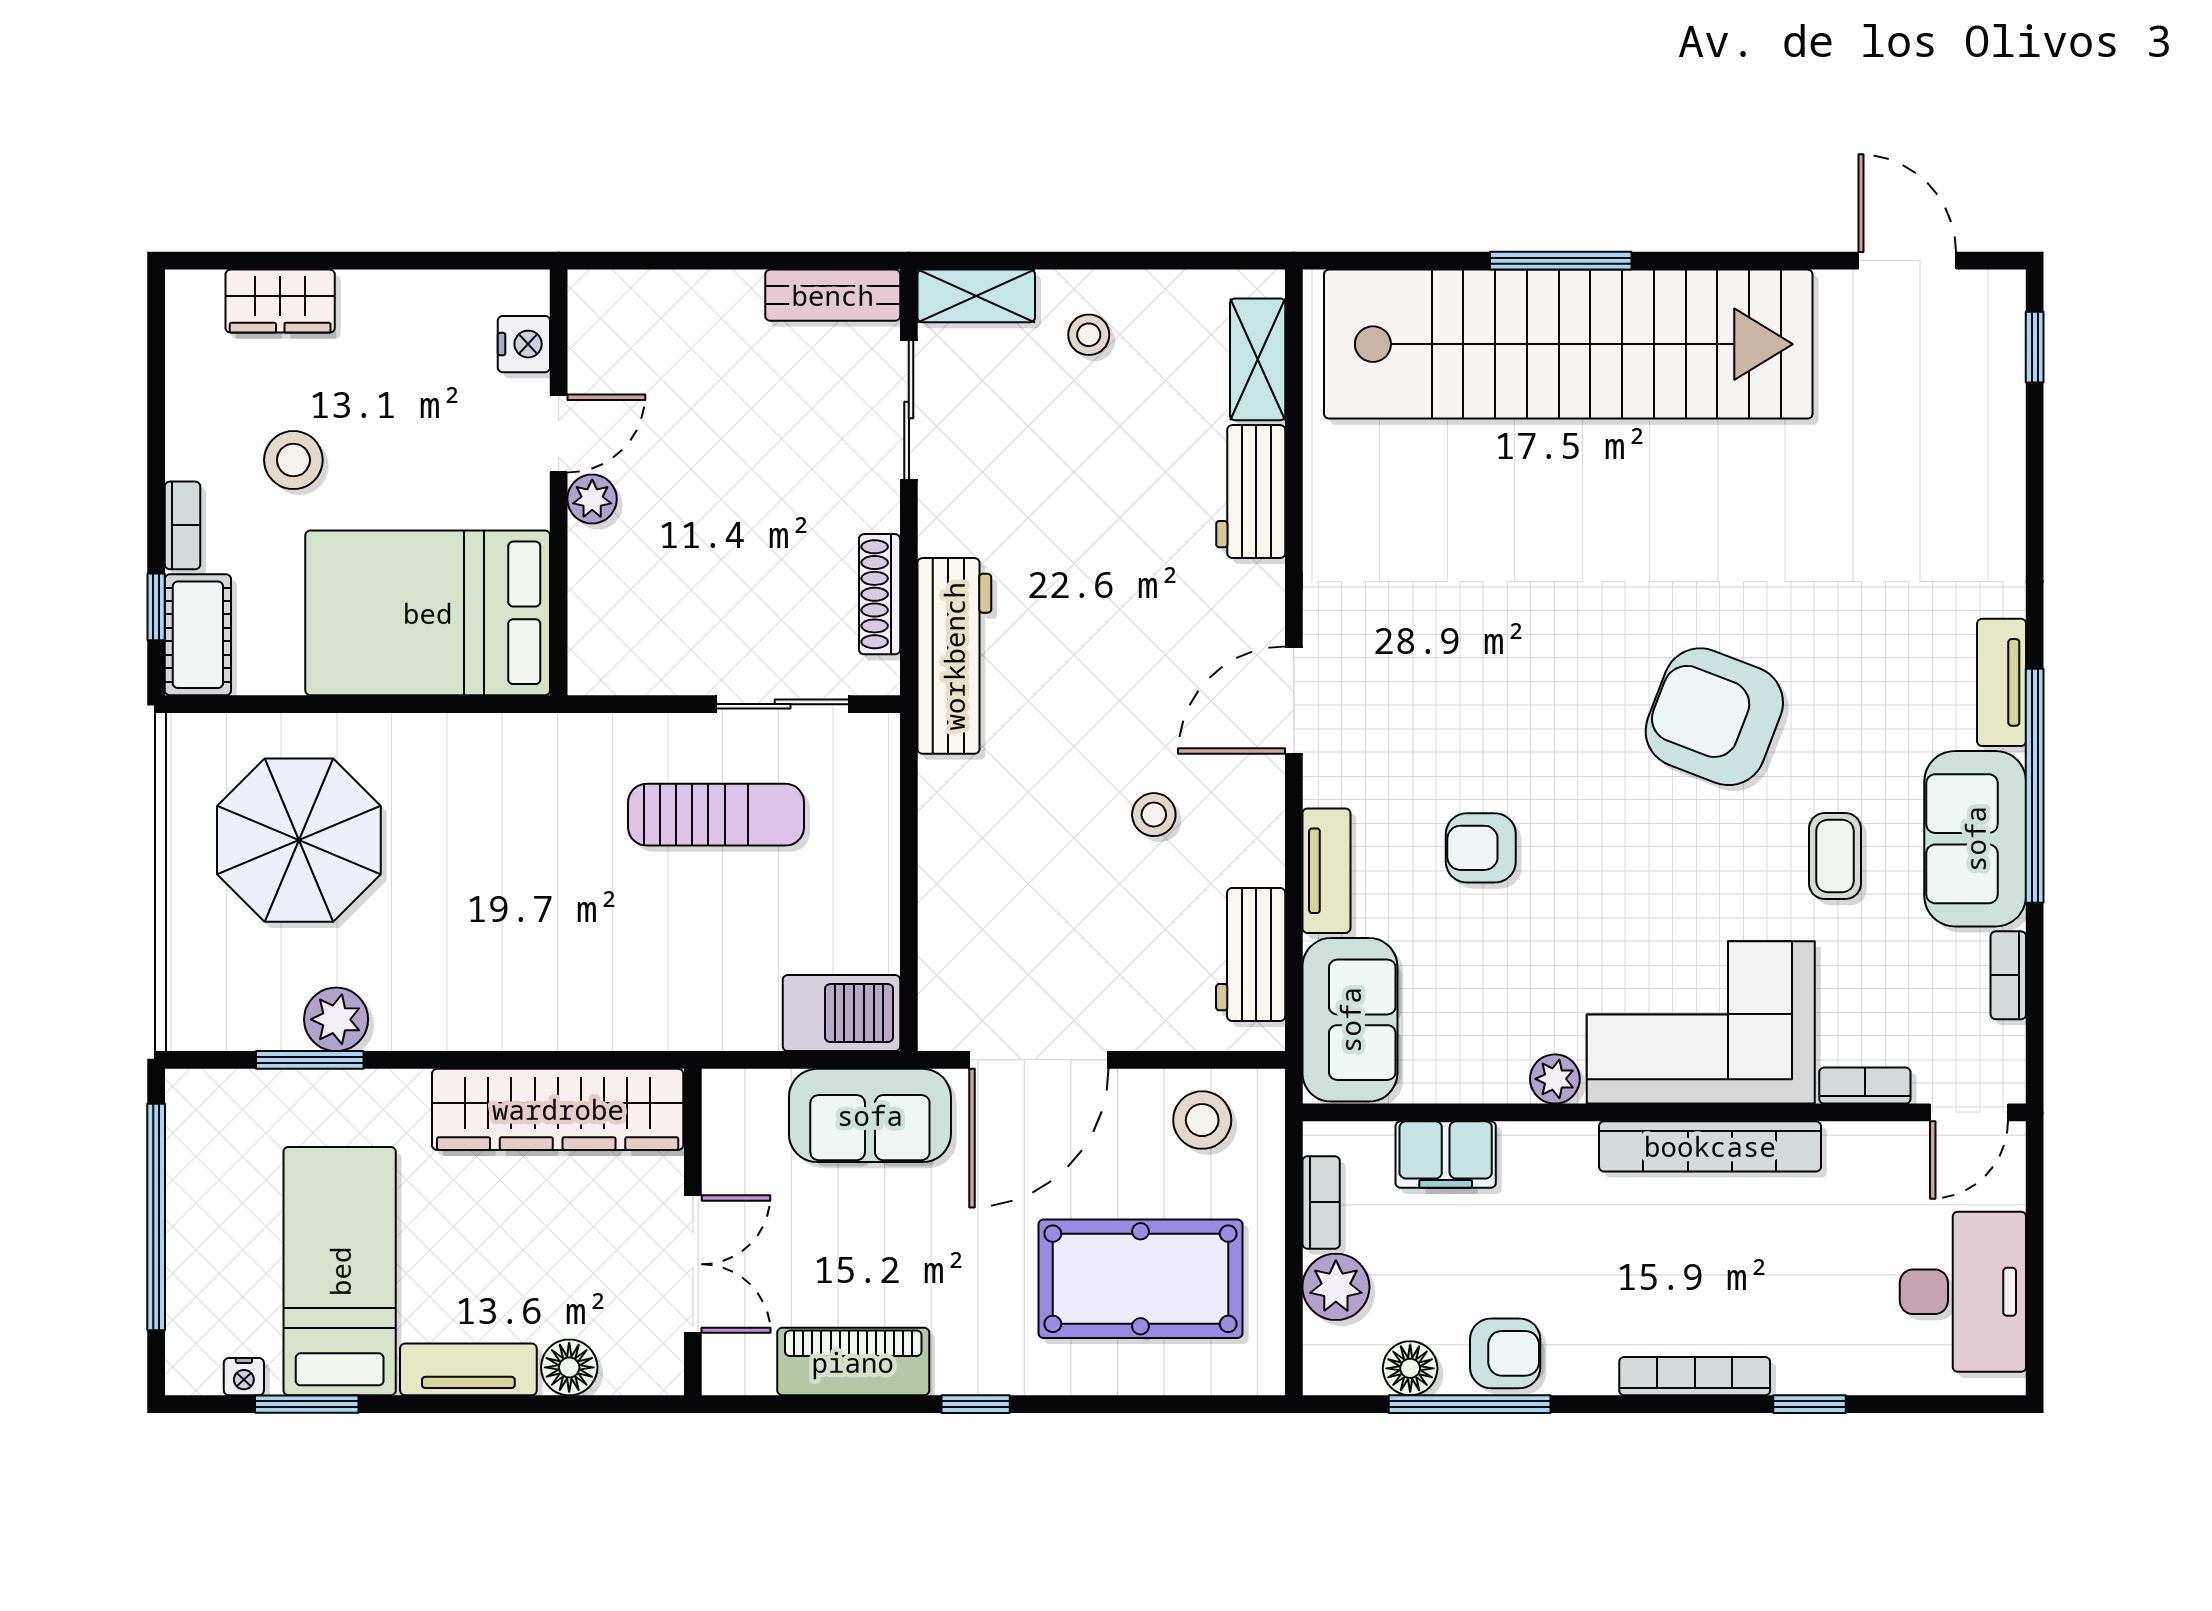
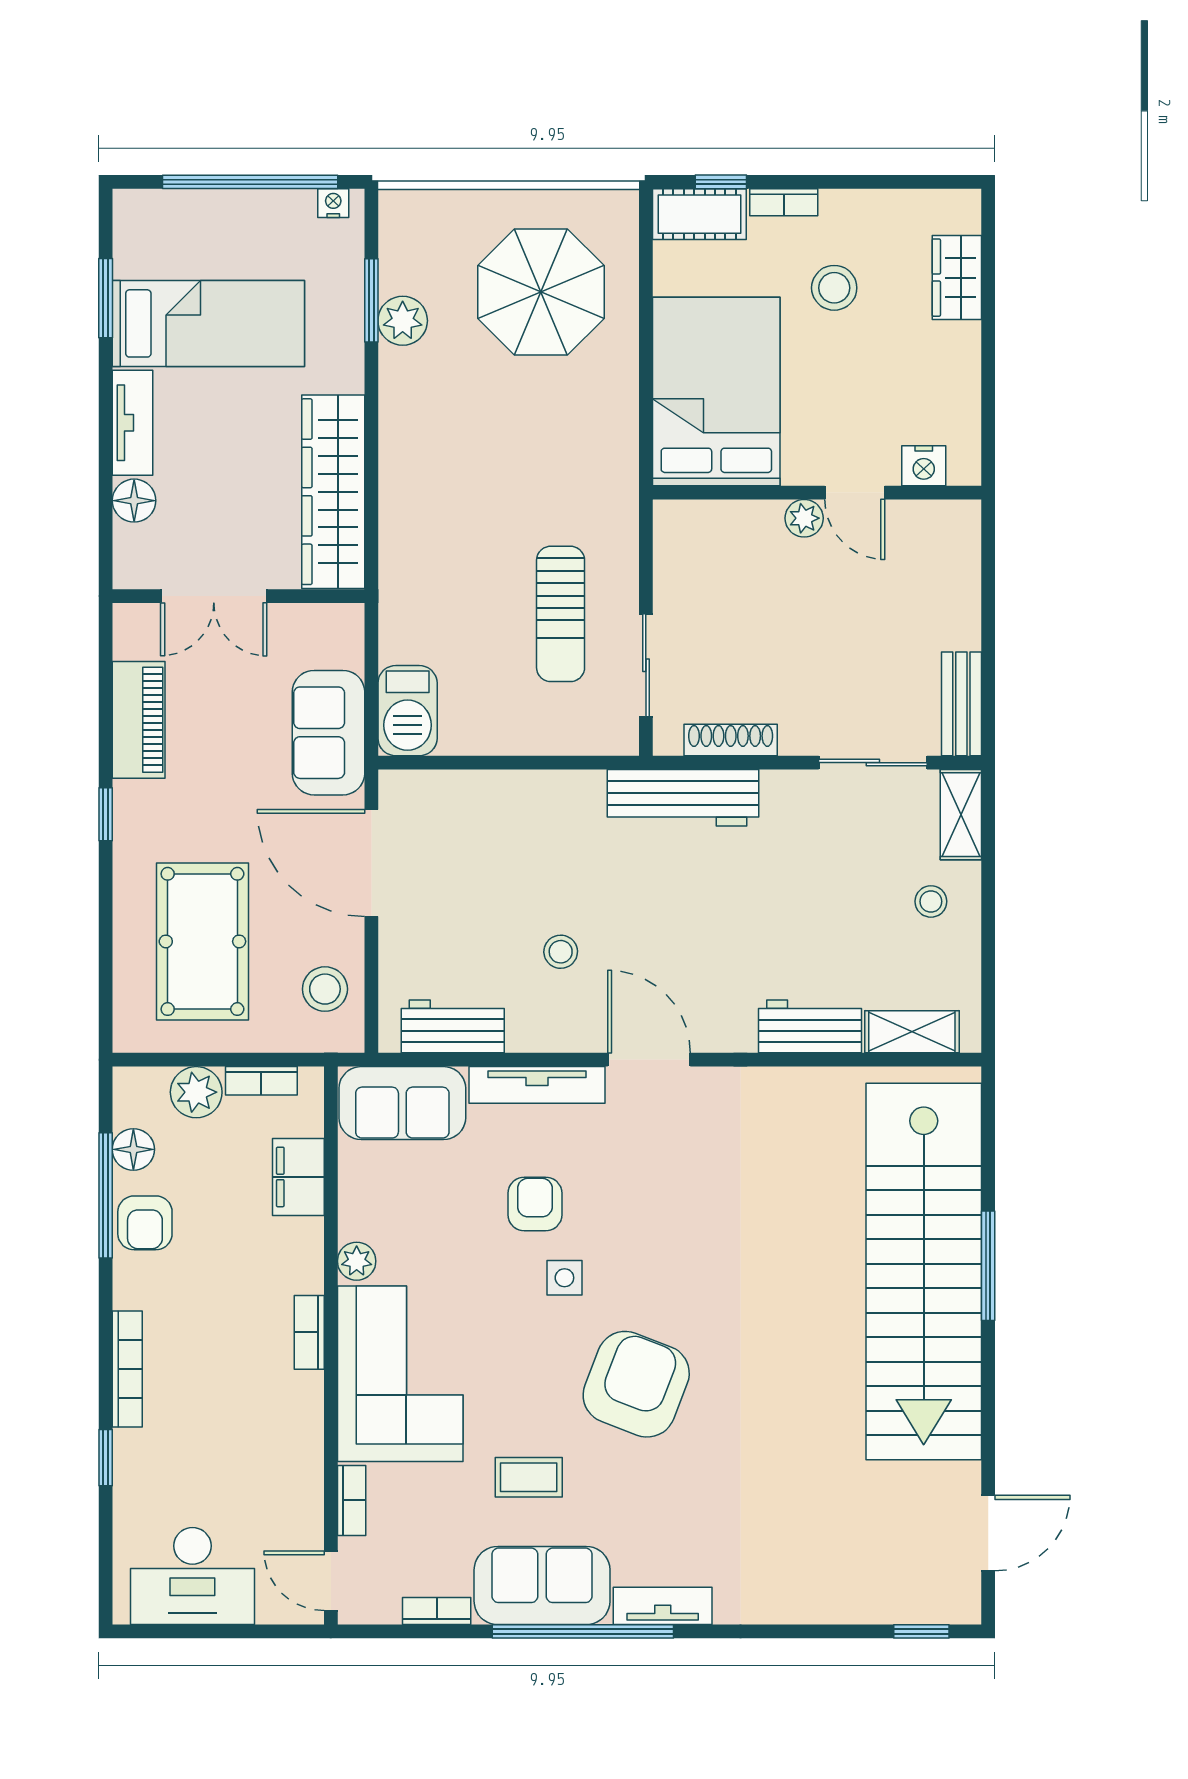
side table: (1576, 810) -> (564, 1278), added
tv unit: (1326, 871) -> (537, 1085), width x1.41
bookcase: (1710, 1146) -> (309, 1332), width x0.43, depth x0.76
nightstand: (244, 1377) -> (333, 203), moved, turned 90

